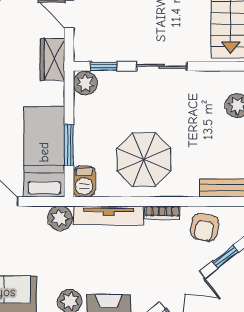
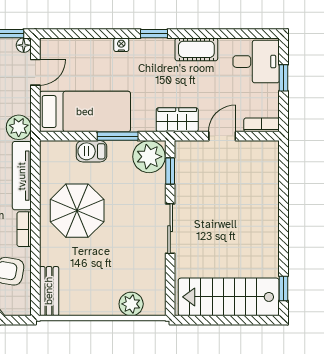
plant: (85, 83) -> (149, 157), width x1.36, depth x1.36
window: (69, 145) -> (118, 136), moved
barbecue: (84, 181) -> (91, 151), moved

